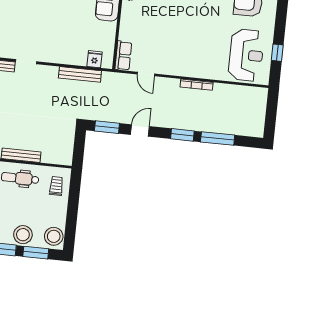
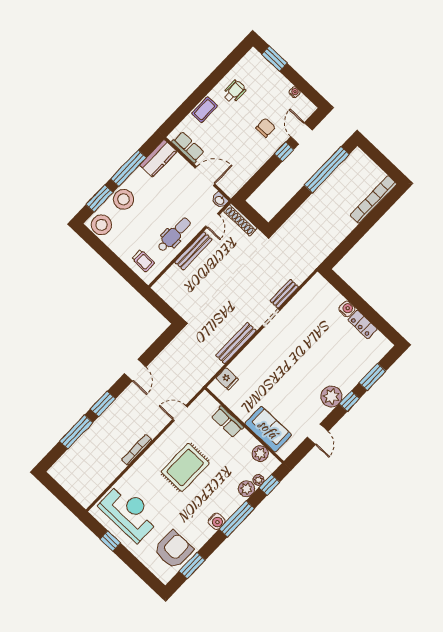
rug: (182, 40) -> (185, 467), added
reception desk: (246, 55) -> (129, 513), turned 180
row of seats: (123, 56) -> (227, 422), moved
bench: (80, 74) -> (236, 343), moved
window: (107, 127) -> (160, 344), removed

